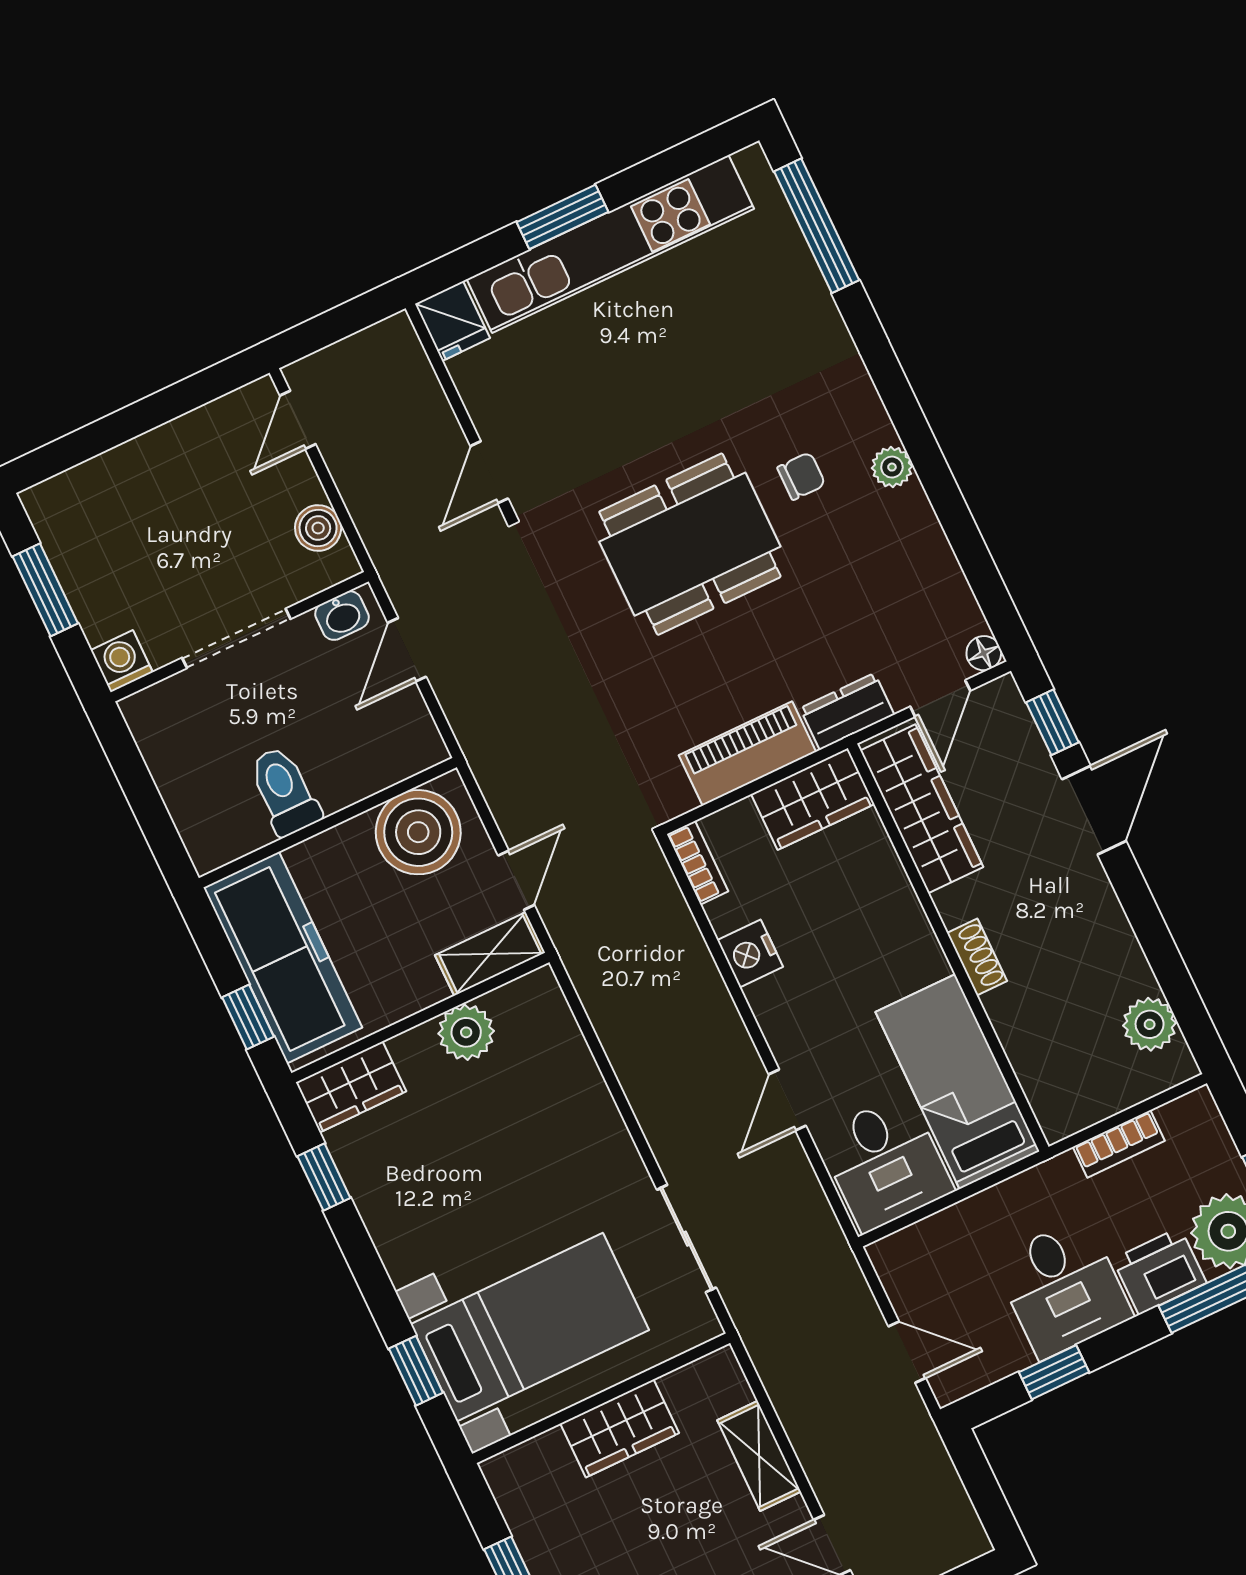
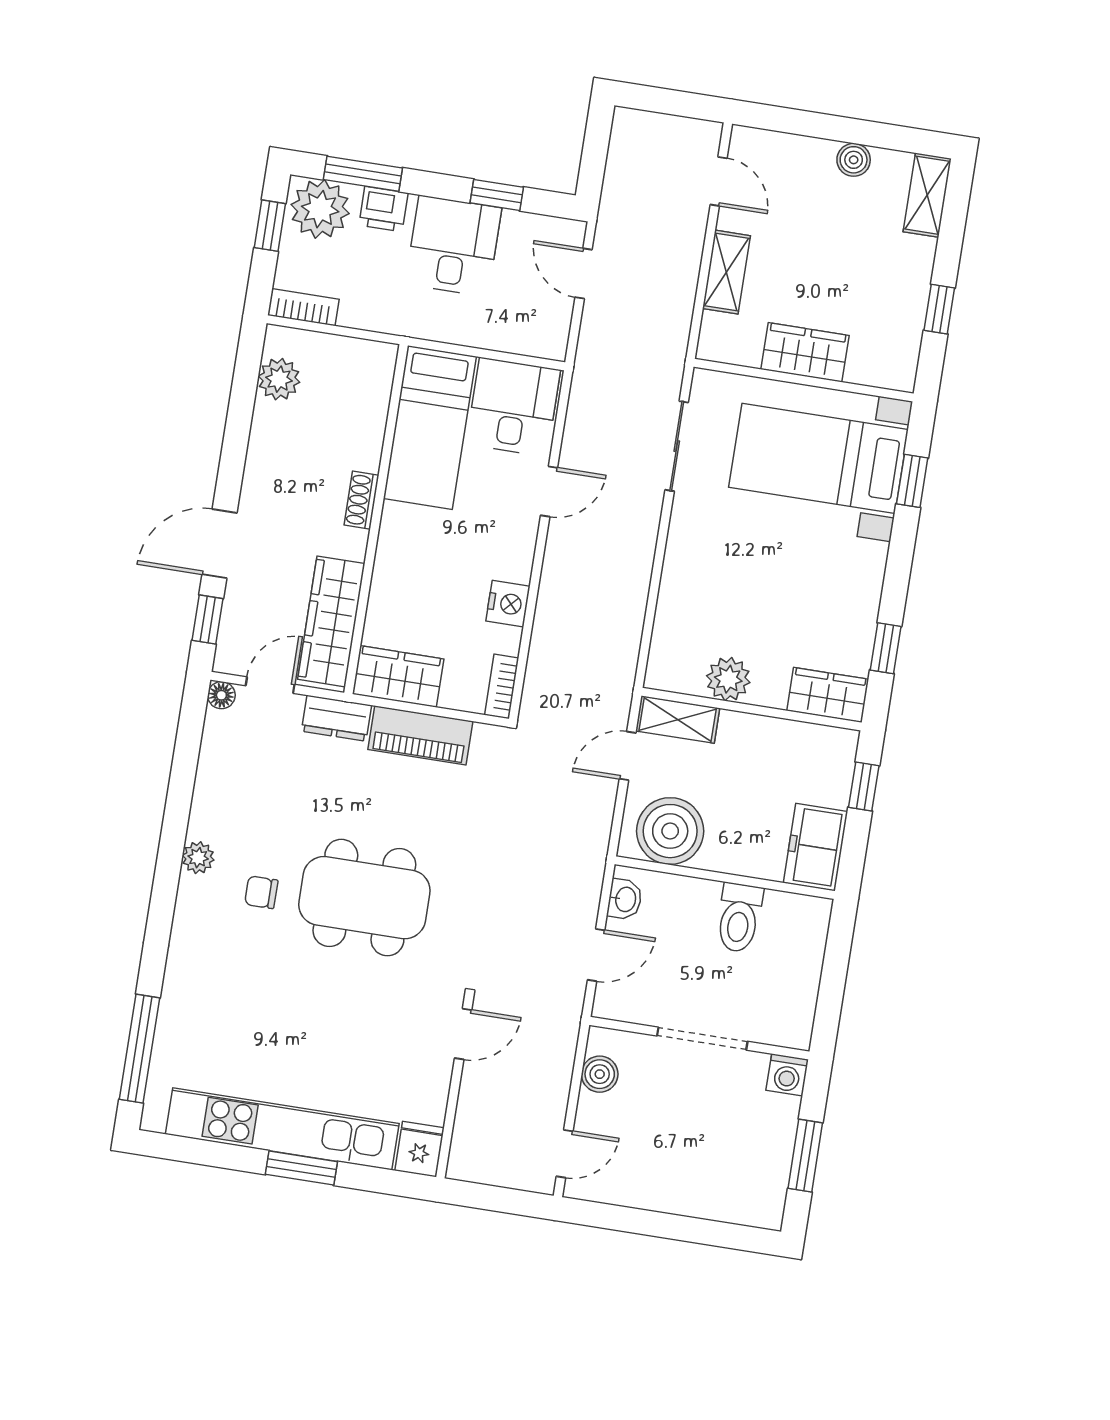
washbasin: (342, 616) -> (625, 899), moved, turned 90
freezer: (283, 958) -> (816, 847), width x0.52, depth x0.79
bookcase: (1119, 1144) -> (303, 307), moved
printer: (1160, 1271) -> (383, 209), width x0.73, depth x0.81

